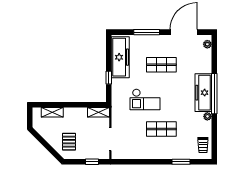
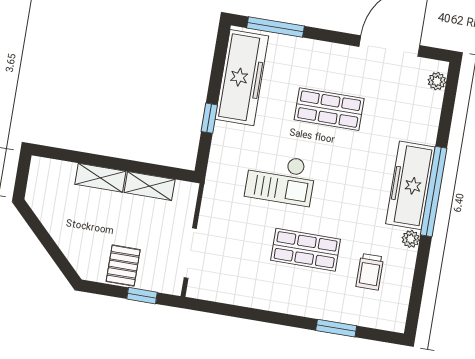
window: (147, 32) -> (275, 27), moved
shelving: (52, 112) -> (100, 178), moved
shelving: (99, 112) -> (150, 186), moved
pallet: (69, 142) -> (123, 266), moved
trolley: (203, 145) -> (370, 272), moved

